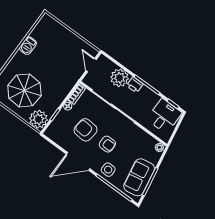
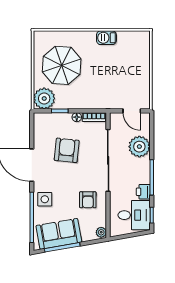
door: (91, 65) -> (132, 111), swing flipped
printer: (135, 85) -> (143, 192), moved
armchair: (107, 144) -> (88, 200), moved

